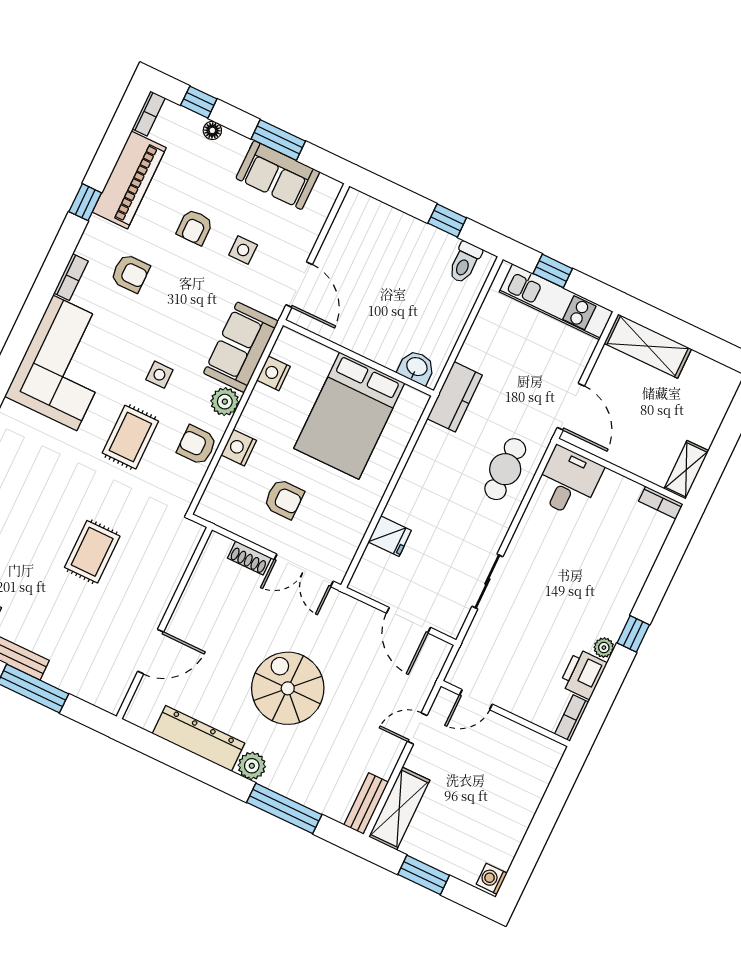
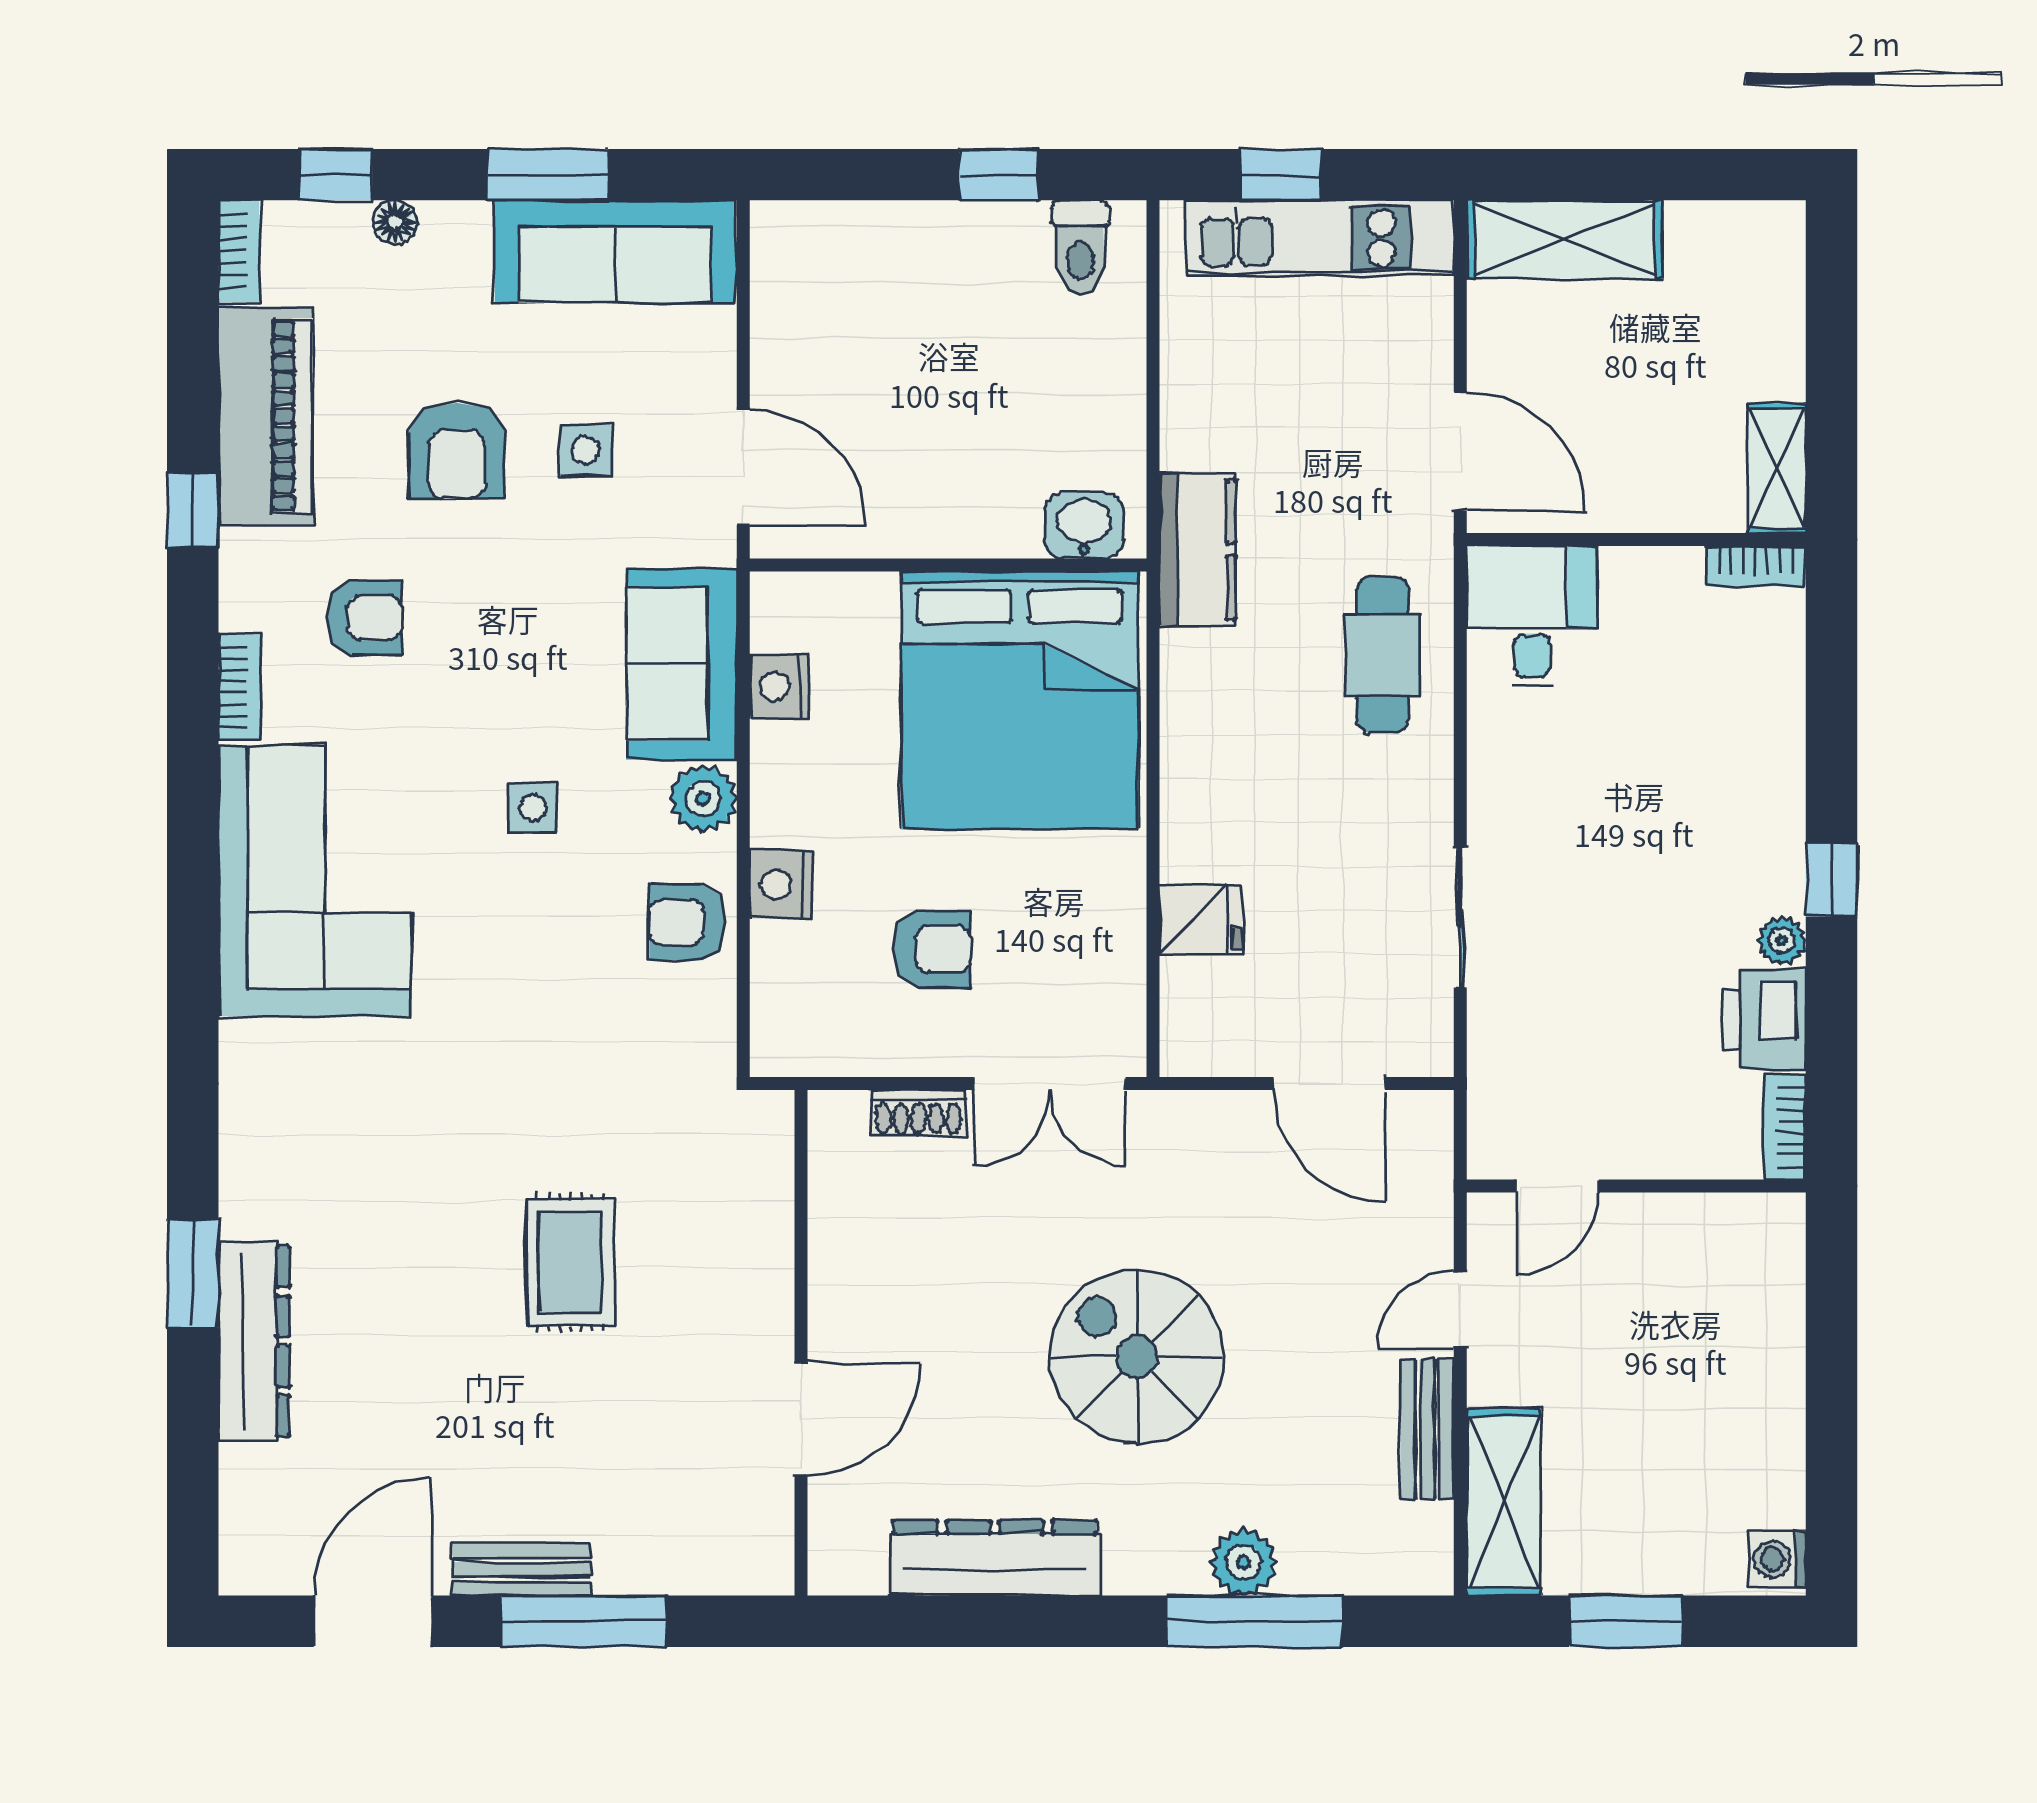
sofa: (278, 175) -> (615, 251), width x1.36
armchair: (195, 227) -> (457, 451), width x1.38, depth x1.38
bed: (349, 416) -> (1020, 700), width x1.36
rug: (130, 437) -> (534, 974), removed
plant: (252, 766) -> (1244, 1562), moved
bench: (366, 804) -> (1427, 1429), moved

